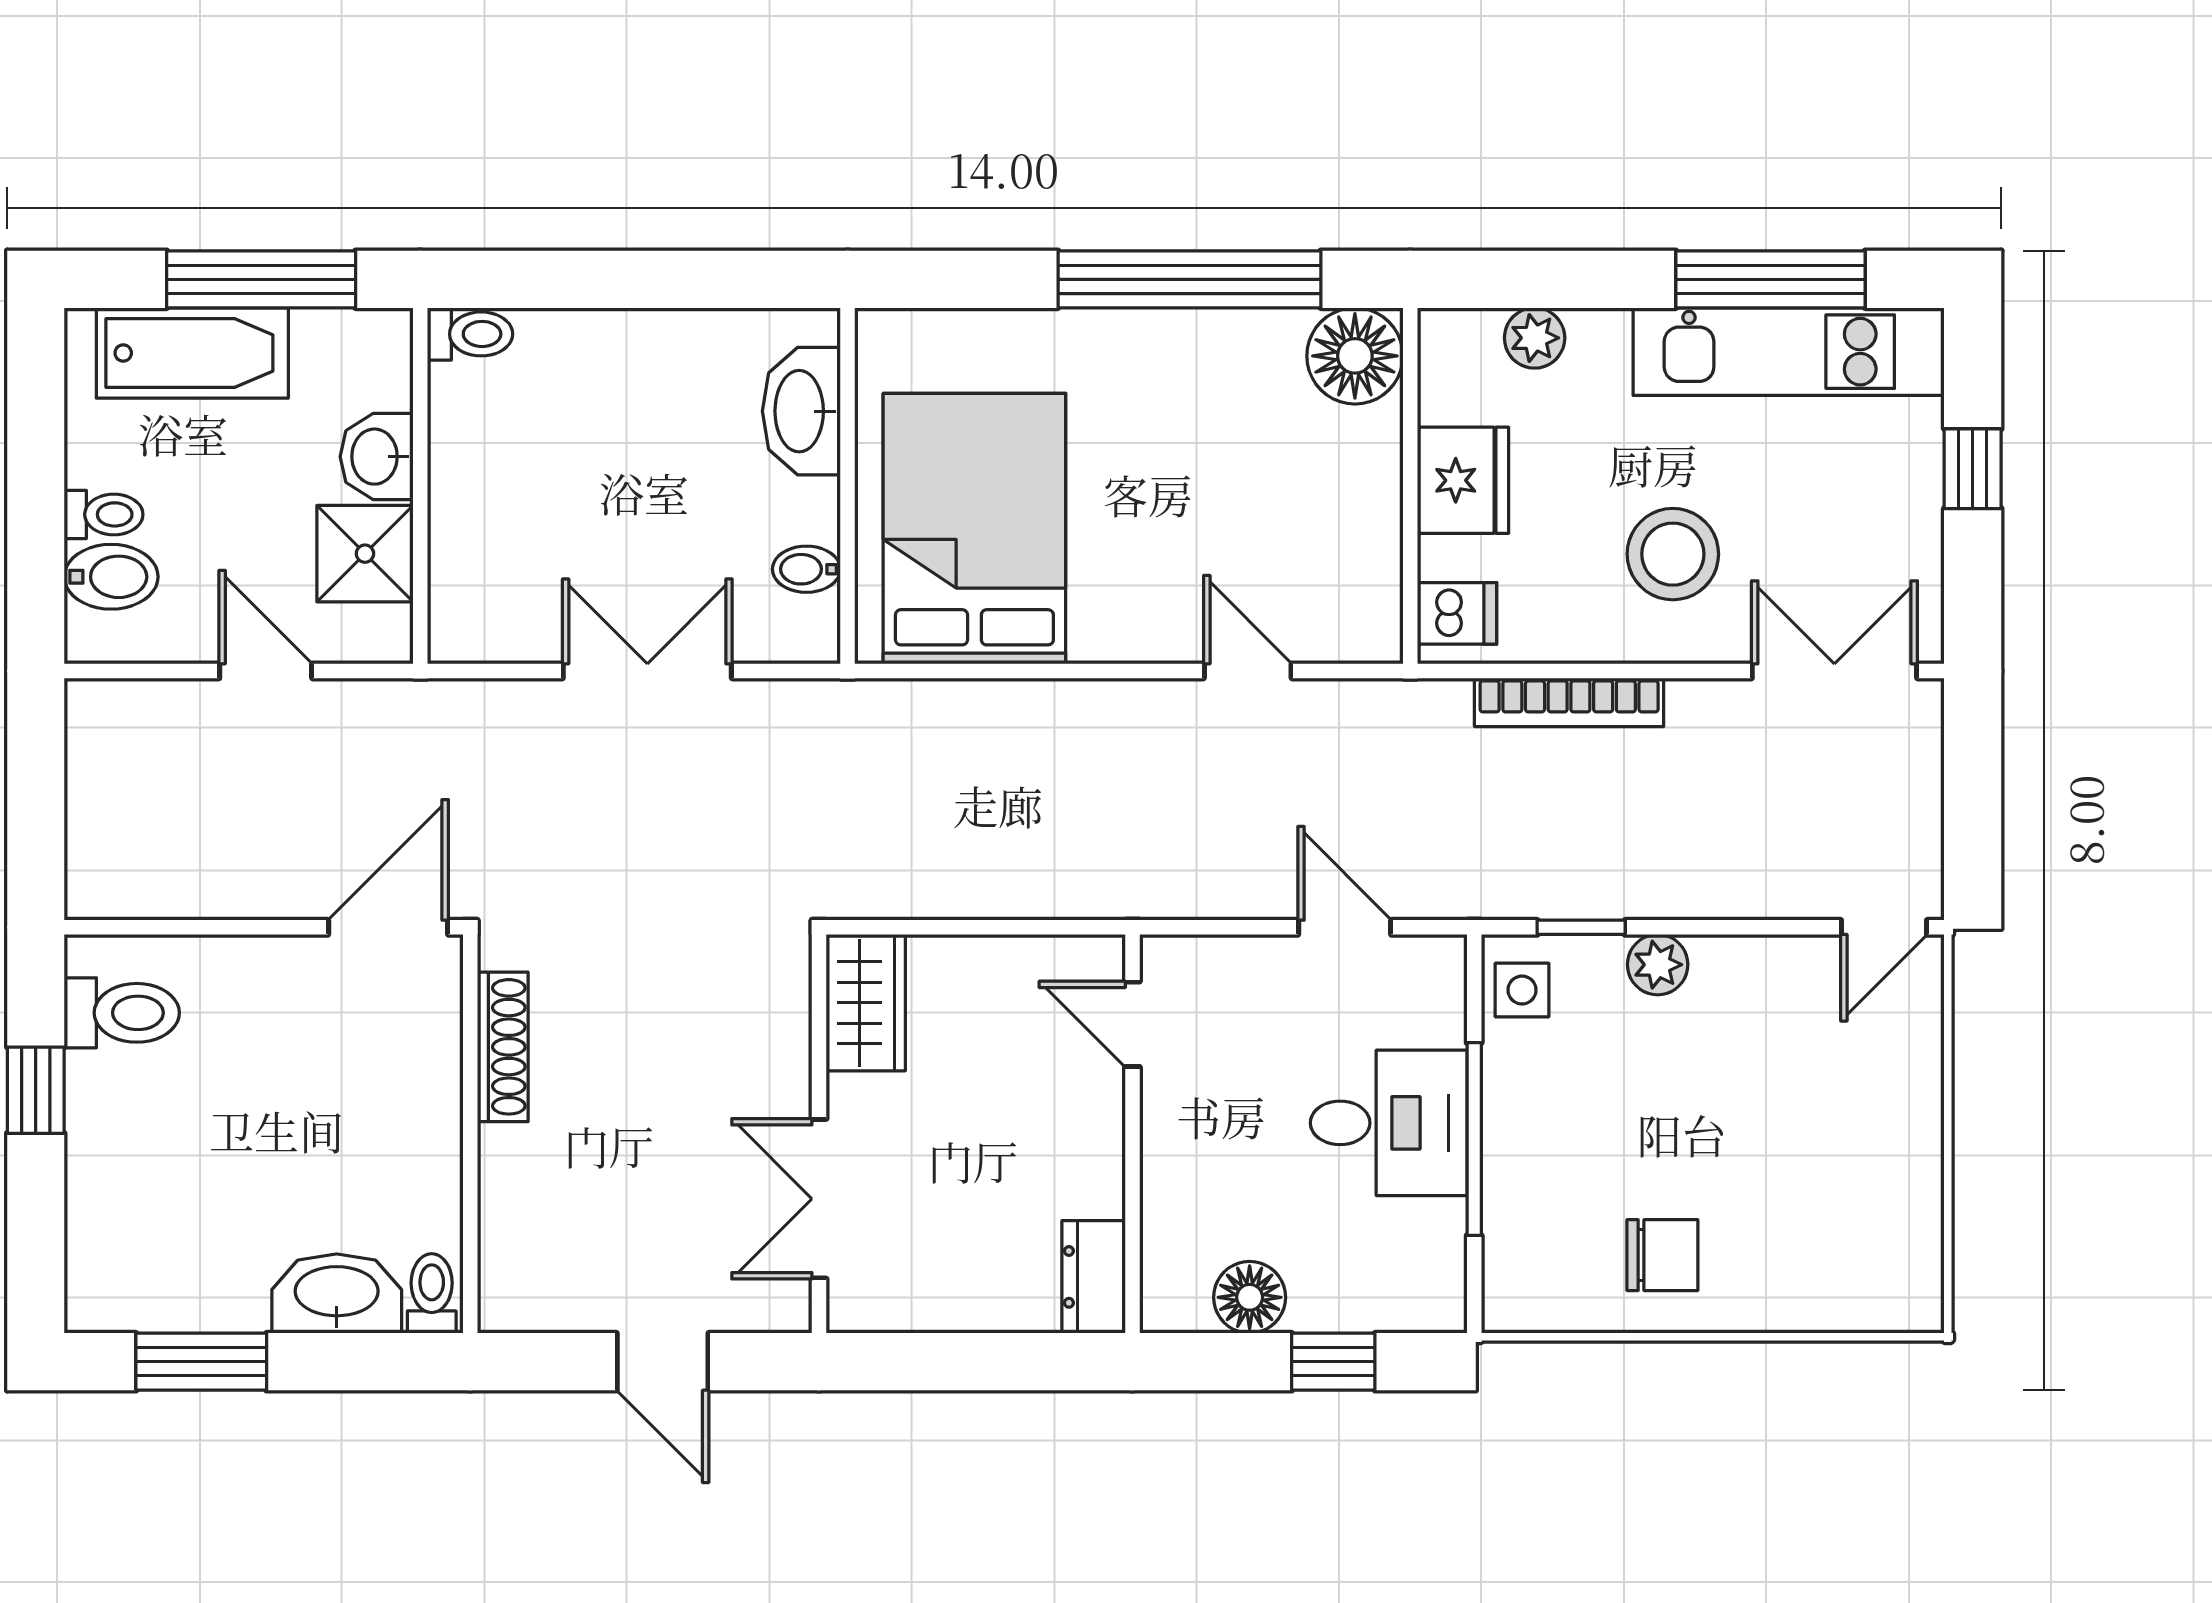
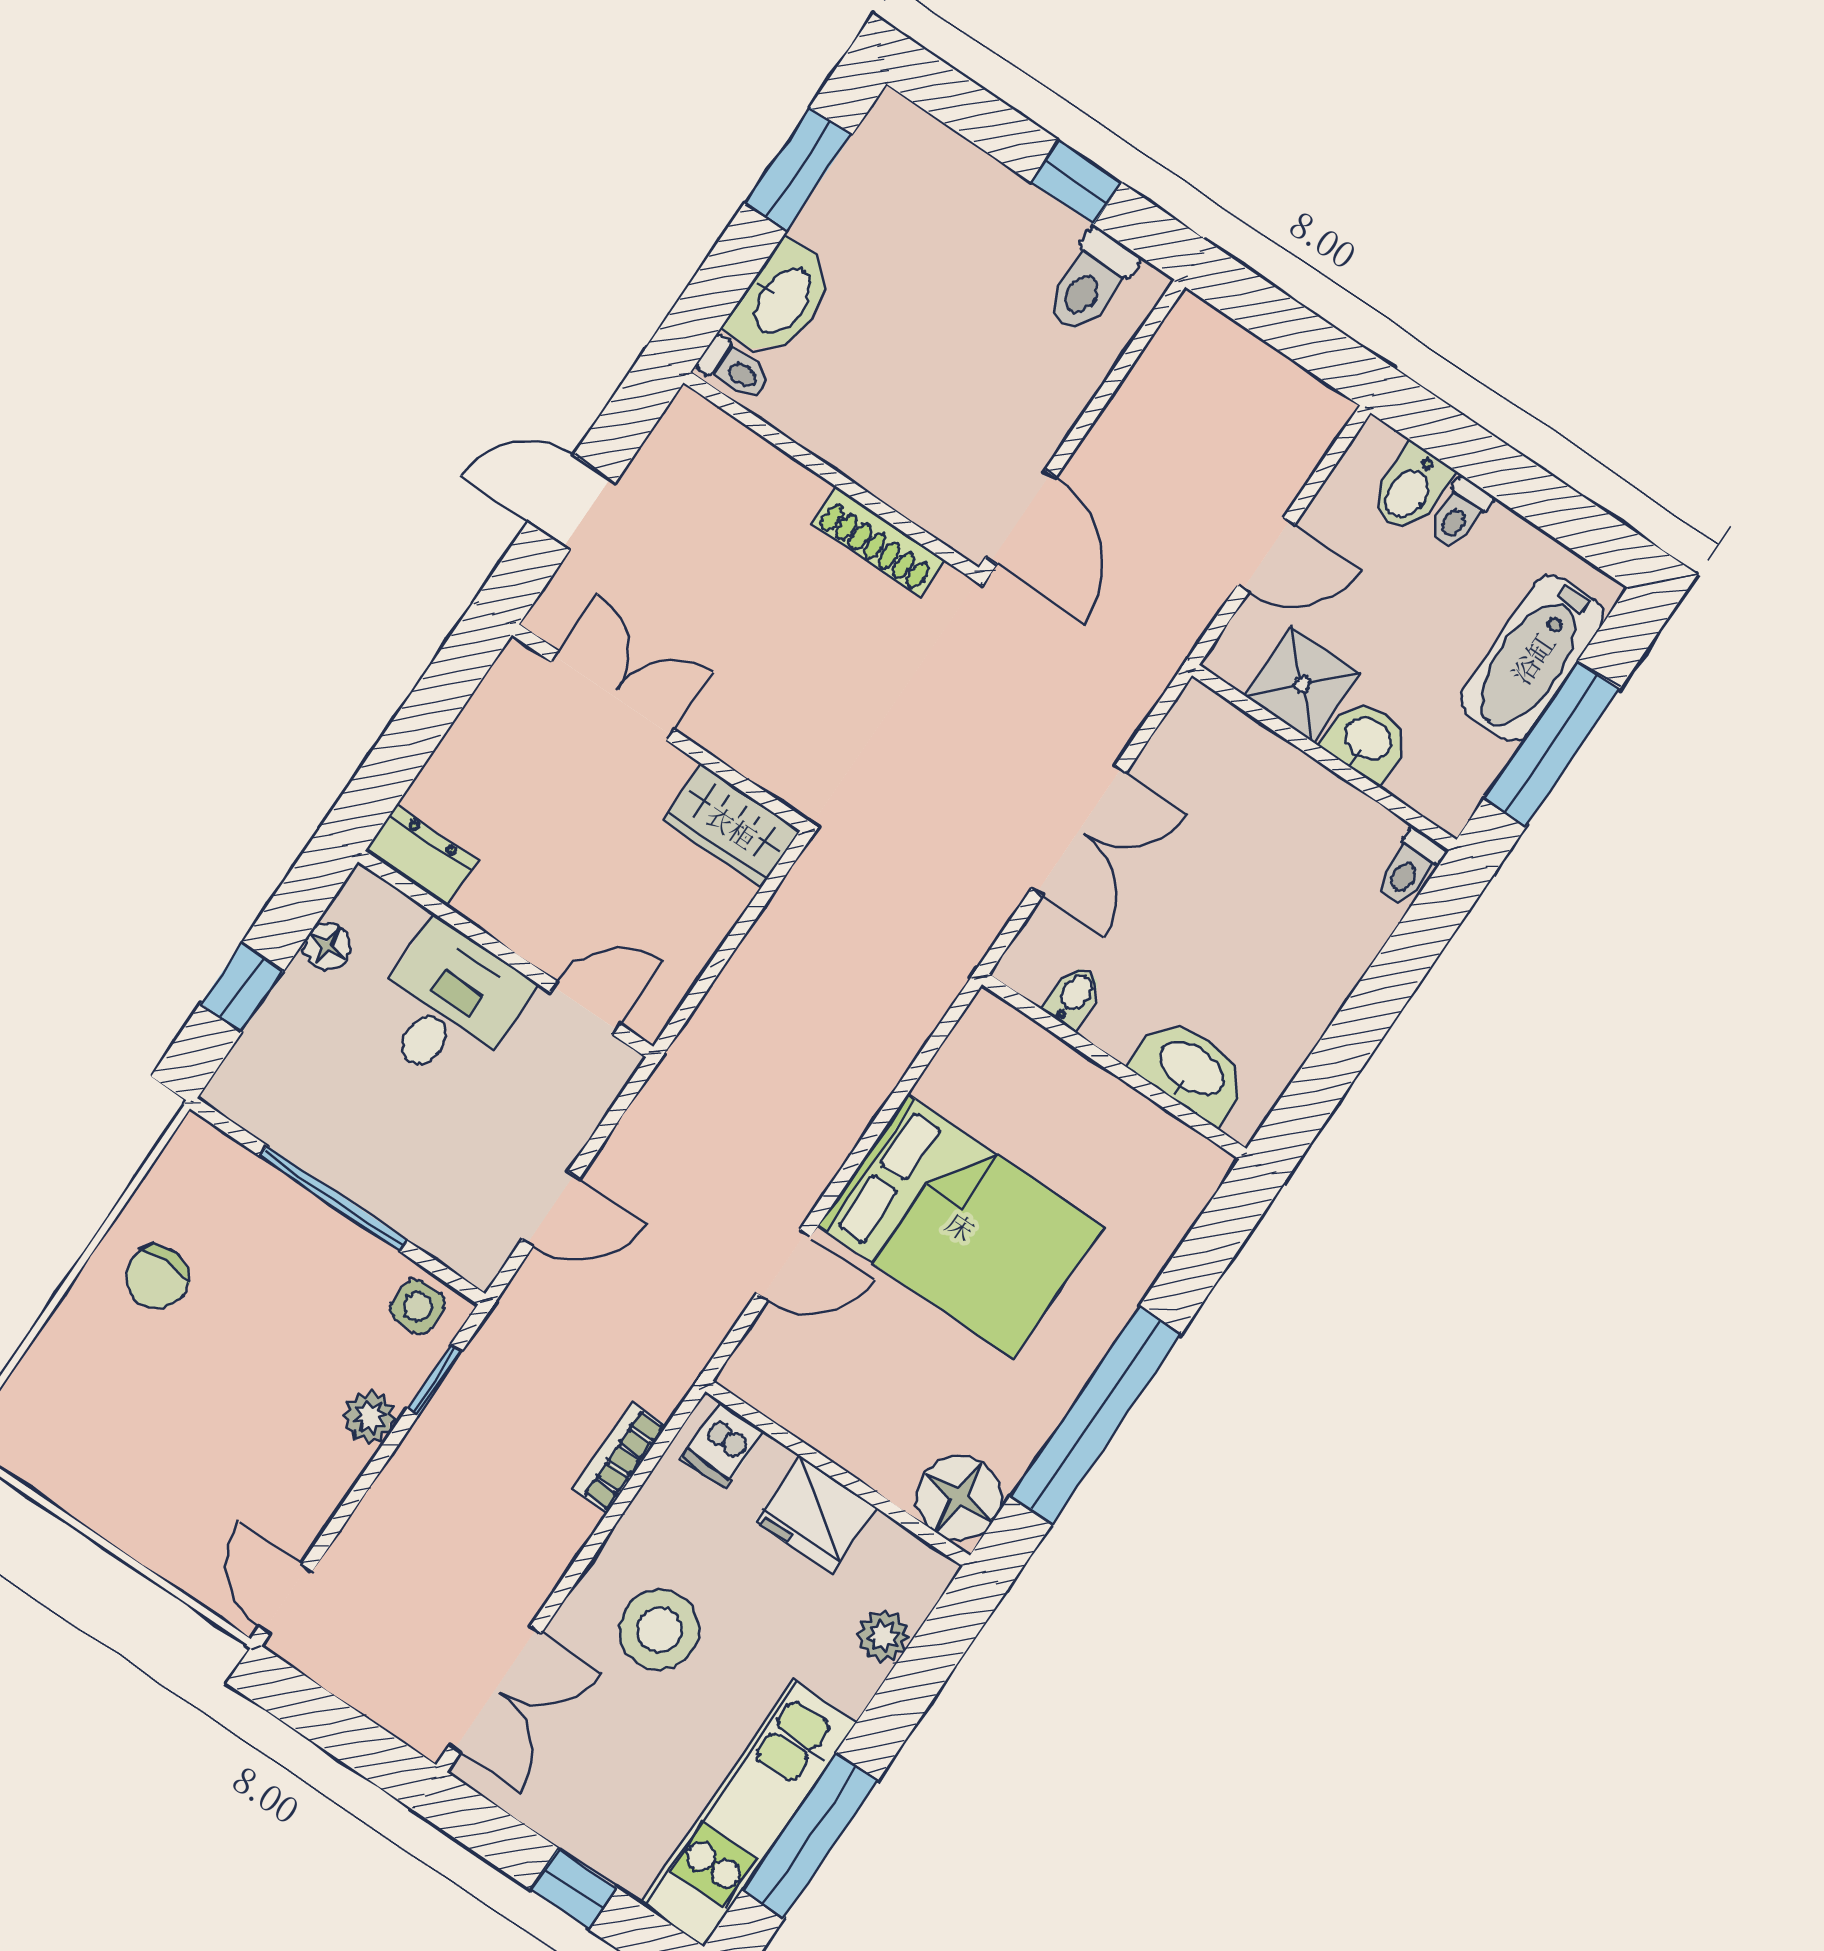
bed: (974, 529) -> (961, 1226), moved
bookcase: (1569, 702) -> (620, 1457), width x0.64
desk: (1389, 1123) -> (448, 1005), moved, turned 180
floor lamp: (1250, 1297) -> (327, 947), width x0.73, depth x0.73

